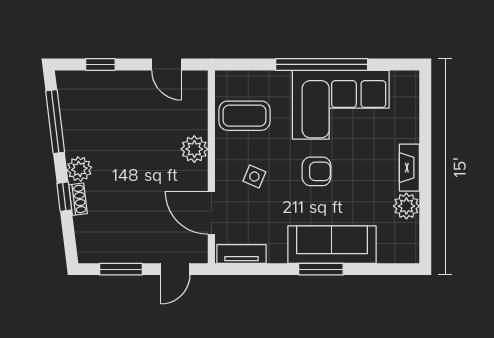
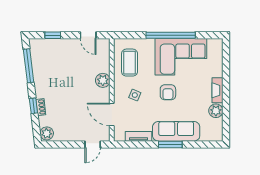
coffee table: (244, 116) -> (130, 63), turned 90
plant: (79, 169) -> (47, 133), moved
armchair: (316, 171) -> (168, 92), turned 90
tv unit: (241, 254) -> (139, 136), moved
window: (121, 269) -> (64, 144), removed

